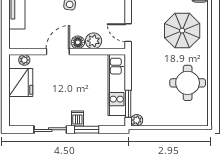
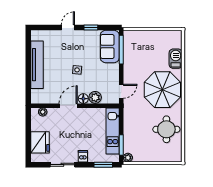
parasol: (182, 31) -> (162, 90), width x1.36, depth x1.36
door: (128, 33) -> (121, 91), swing flipped
fridge: (21, 82) -> (40, 142), moved
window: (87, 130) -> (103, 165), moved

